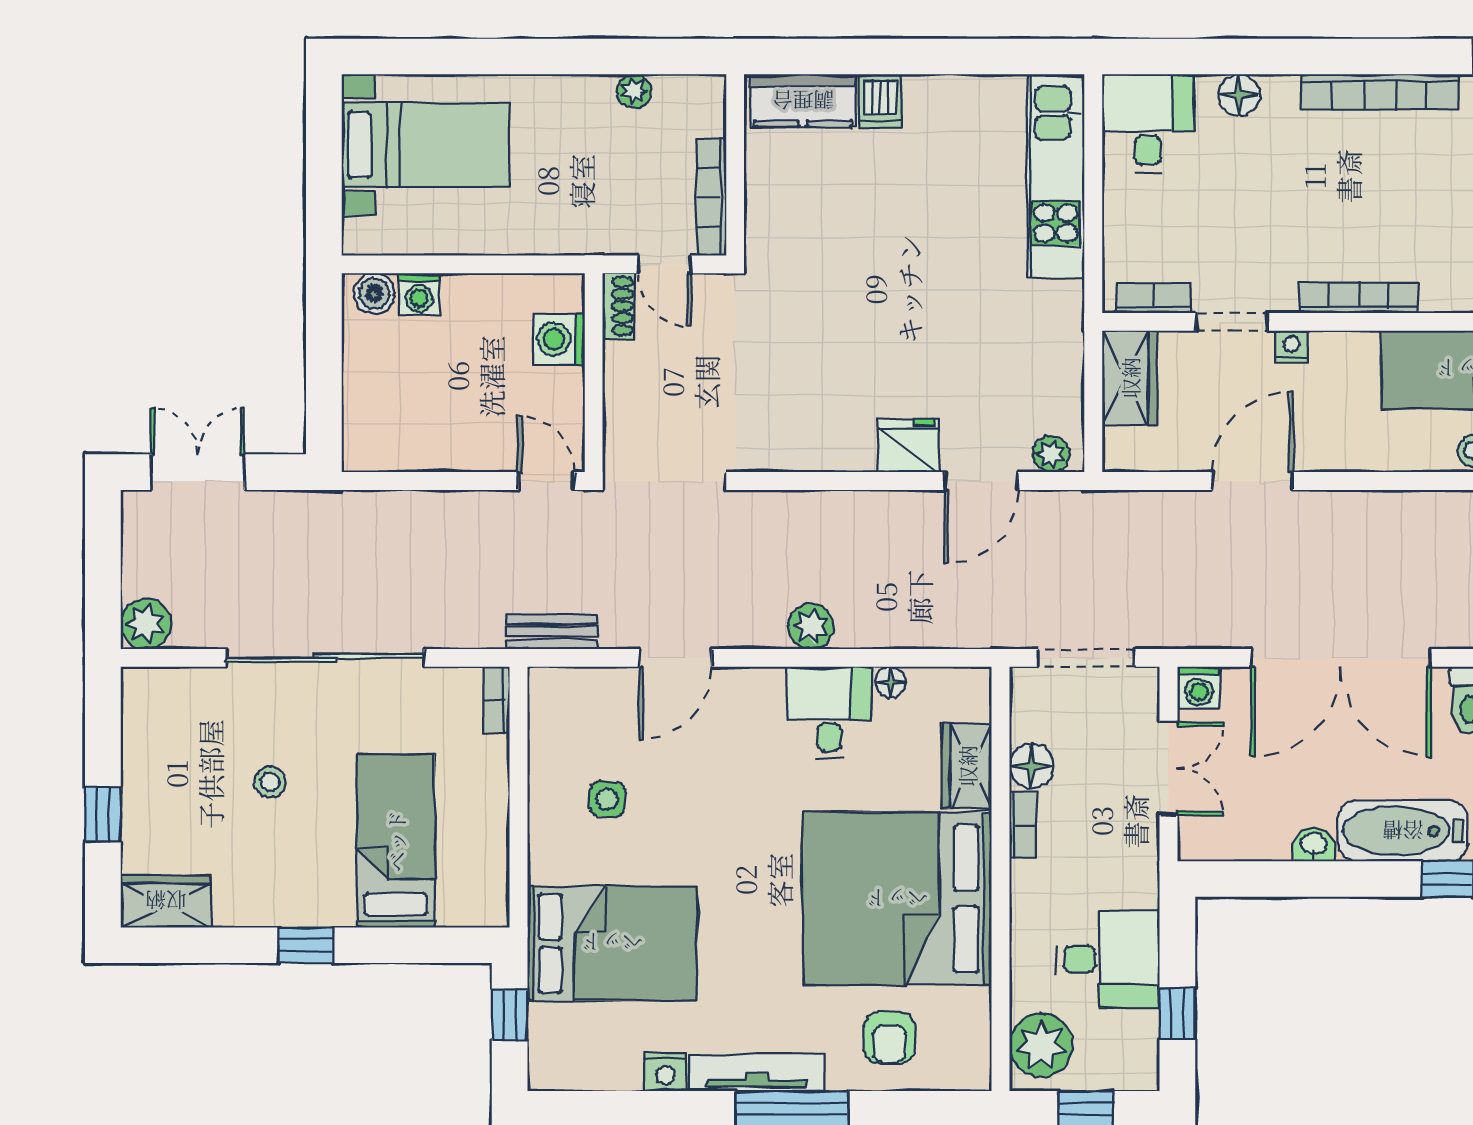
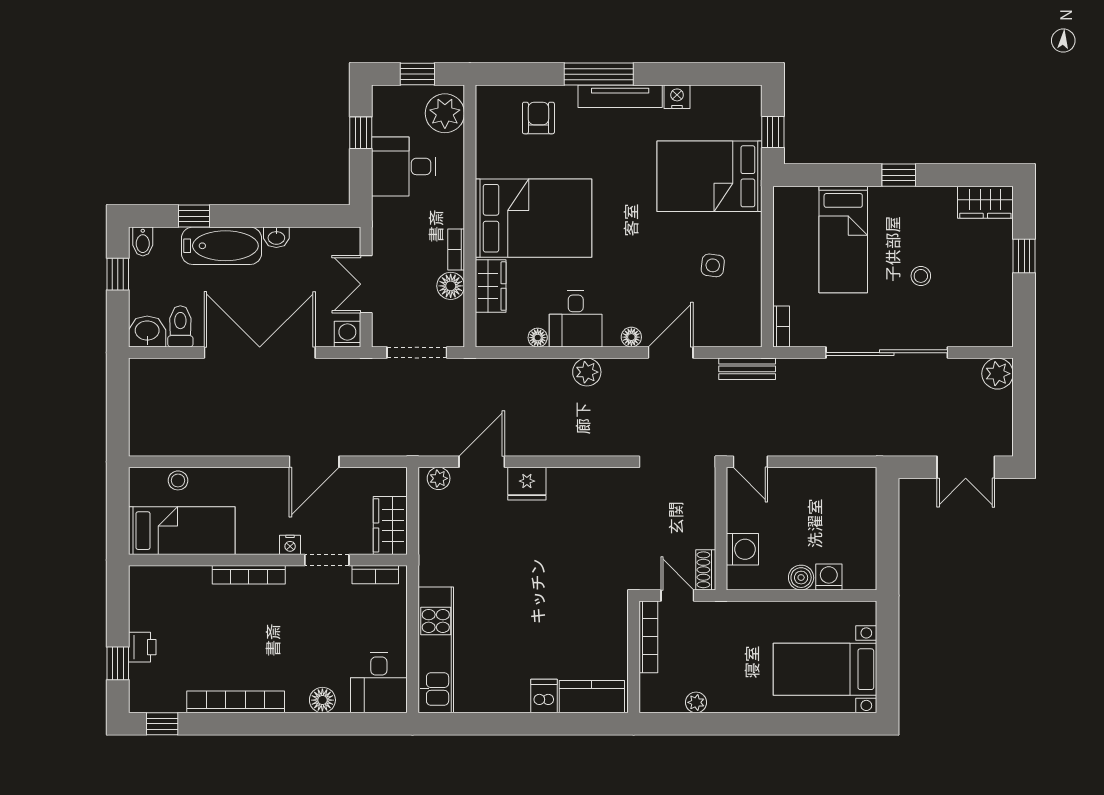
boiler: (374, 293) -> (801, 578), moved
floor lamp: (739, 683) -> (631, 337), added
bed: (897, 899) -> (533, 218), width x0.73

